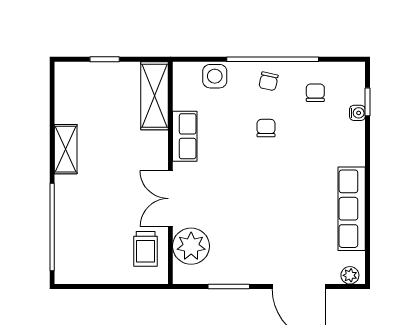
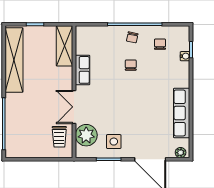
side table: (215, 76) -> (114, 142), moved
shelving: (66, 149) -> (14, 60), width x2.20, depth x1.33

